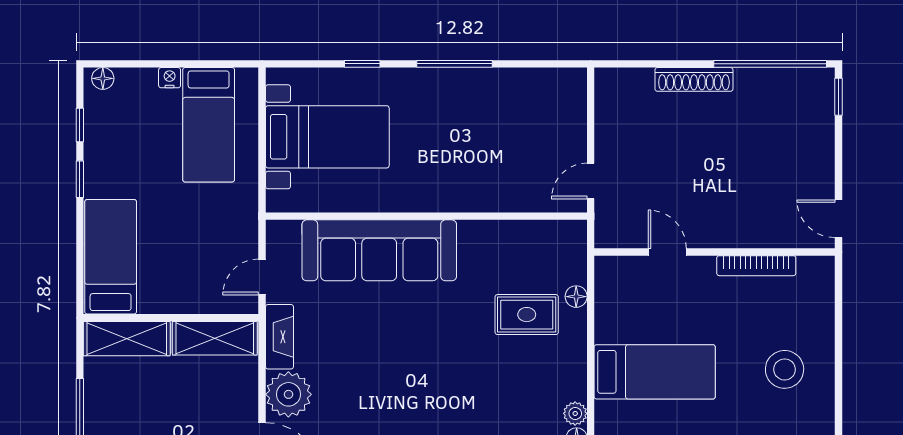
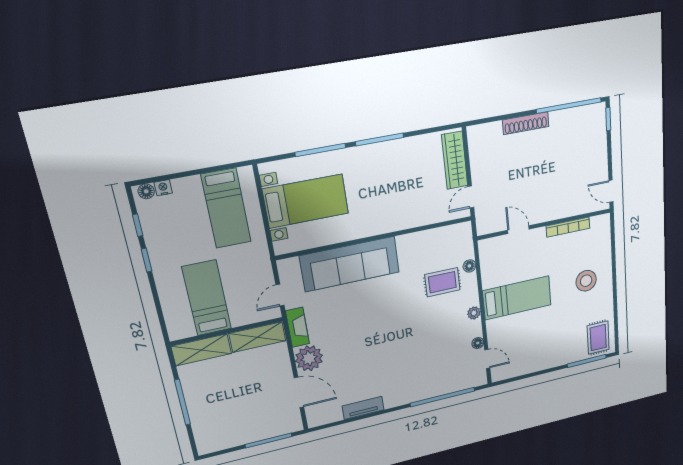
window: (362, 64) -> (320, 150), width x2.17
nightstand: (170, 78) -> (163, 188), moved
wardrobe: (570, 117) -> (455, 160), added
bed: (111, 257) -> (207, 298), moved
plant: (575, 413) -> (474, 313), moved

